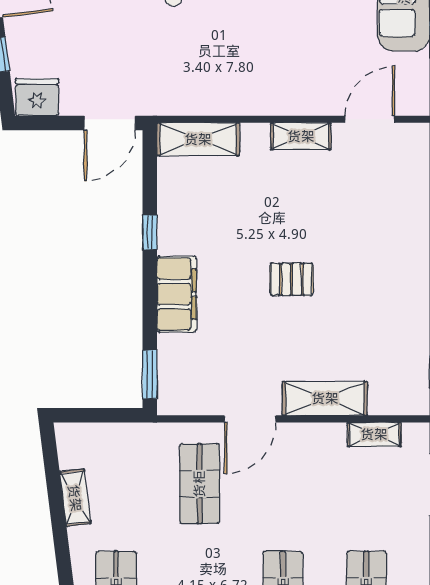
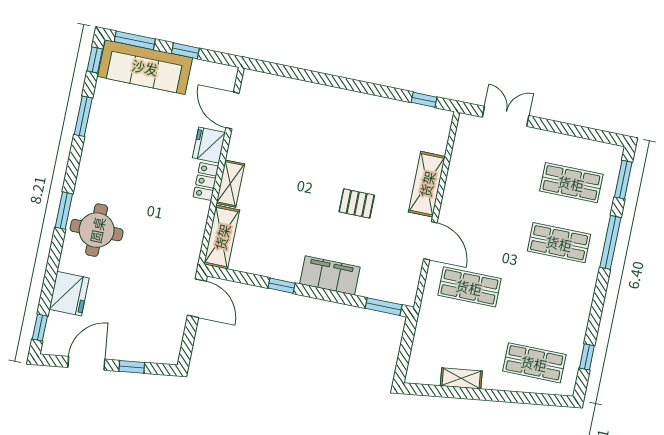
fridge: (37, 97) -> (209, 145), moved
locker: (268, 103) -> (206, 182), added
shelving: (301, 136) -> (230, 184), moved
pallet: (292, 279) -> (357, 203), moved, turned 90
shelving: (374, 434) -> (460, 154), removed

